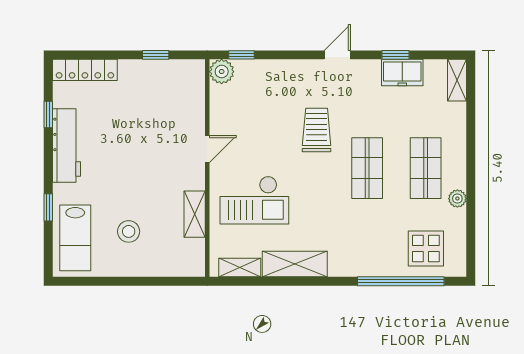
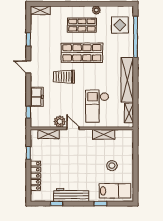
locker: (85, 70) -> (35, 176), moved
plant: (222, 72) -> (60, 122), moved
freezer: (402, 73) -> (37, 97), moved
shelving: (195, 97) -> (48, 134), added
shop shelf: (367, 168) -> (82, 53), width x1.43, depth x1.36
checkout: (254, 200) -> (97, 106), turned 180
shelving: (295, 264) -> (127, 80), width x1.47

